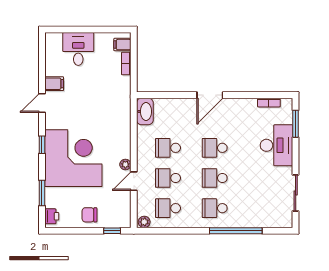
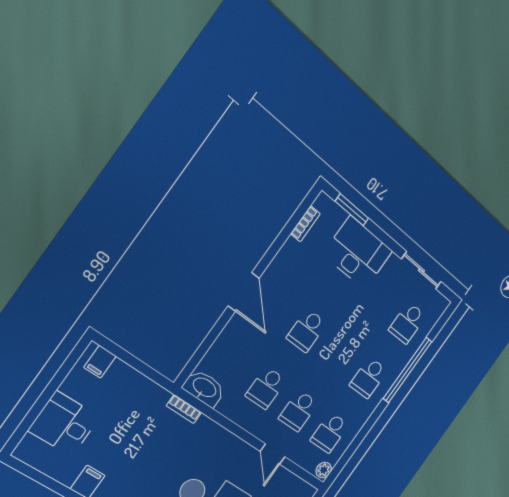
bookcase: (126, 63) -> (184, 409), moved
plant: (125, 165) -> (247, 452), removed
school desk: (215, 178) -> (407, 323), moved

